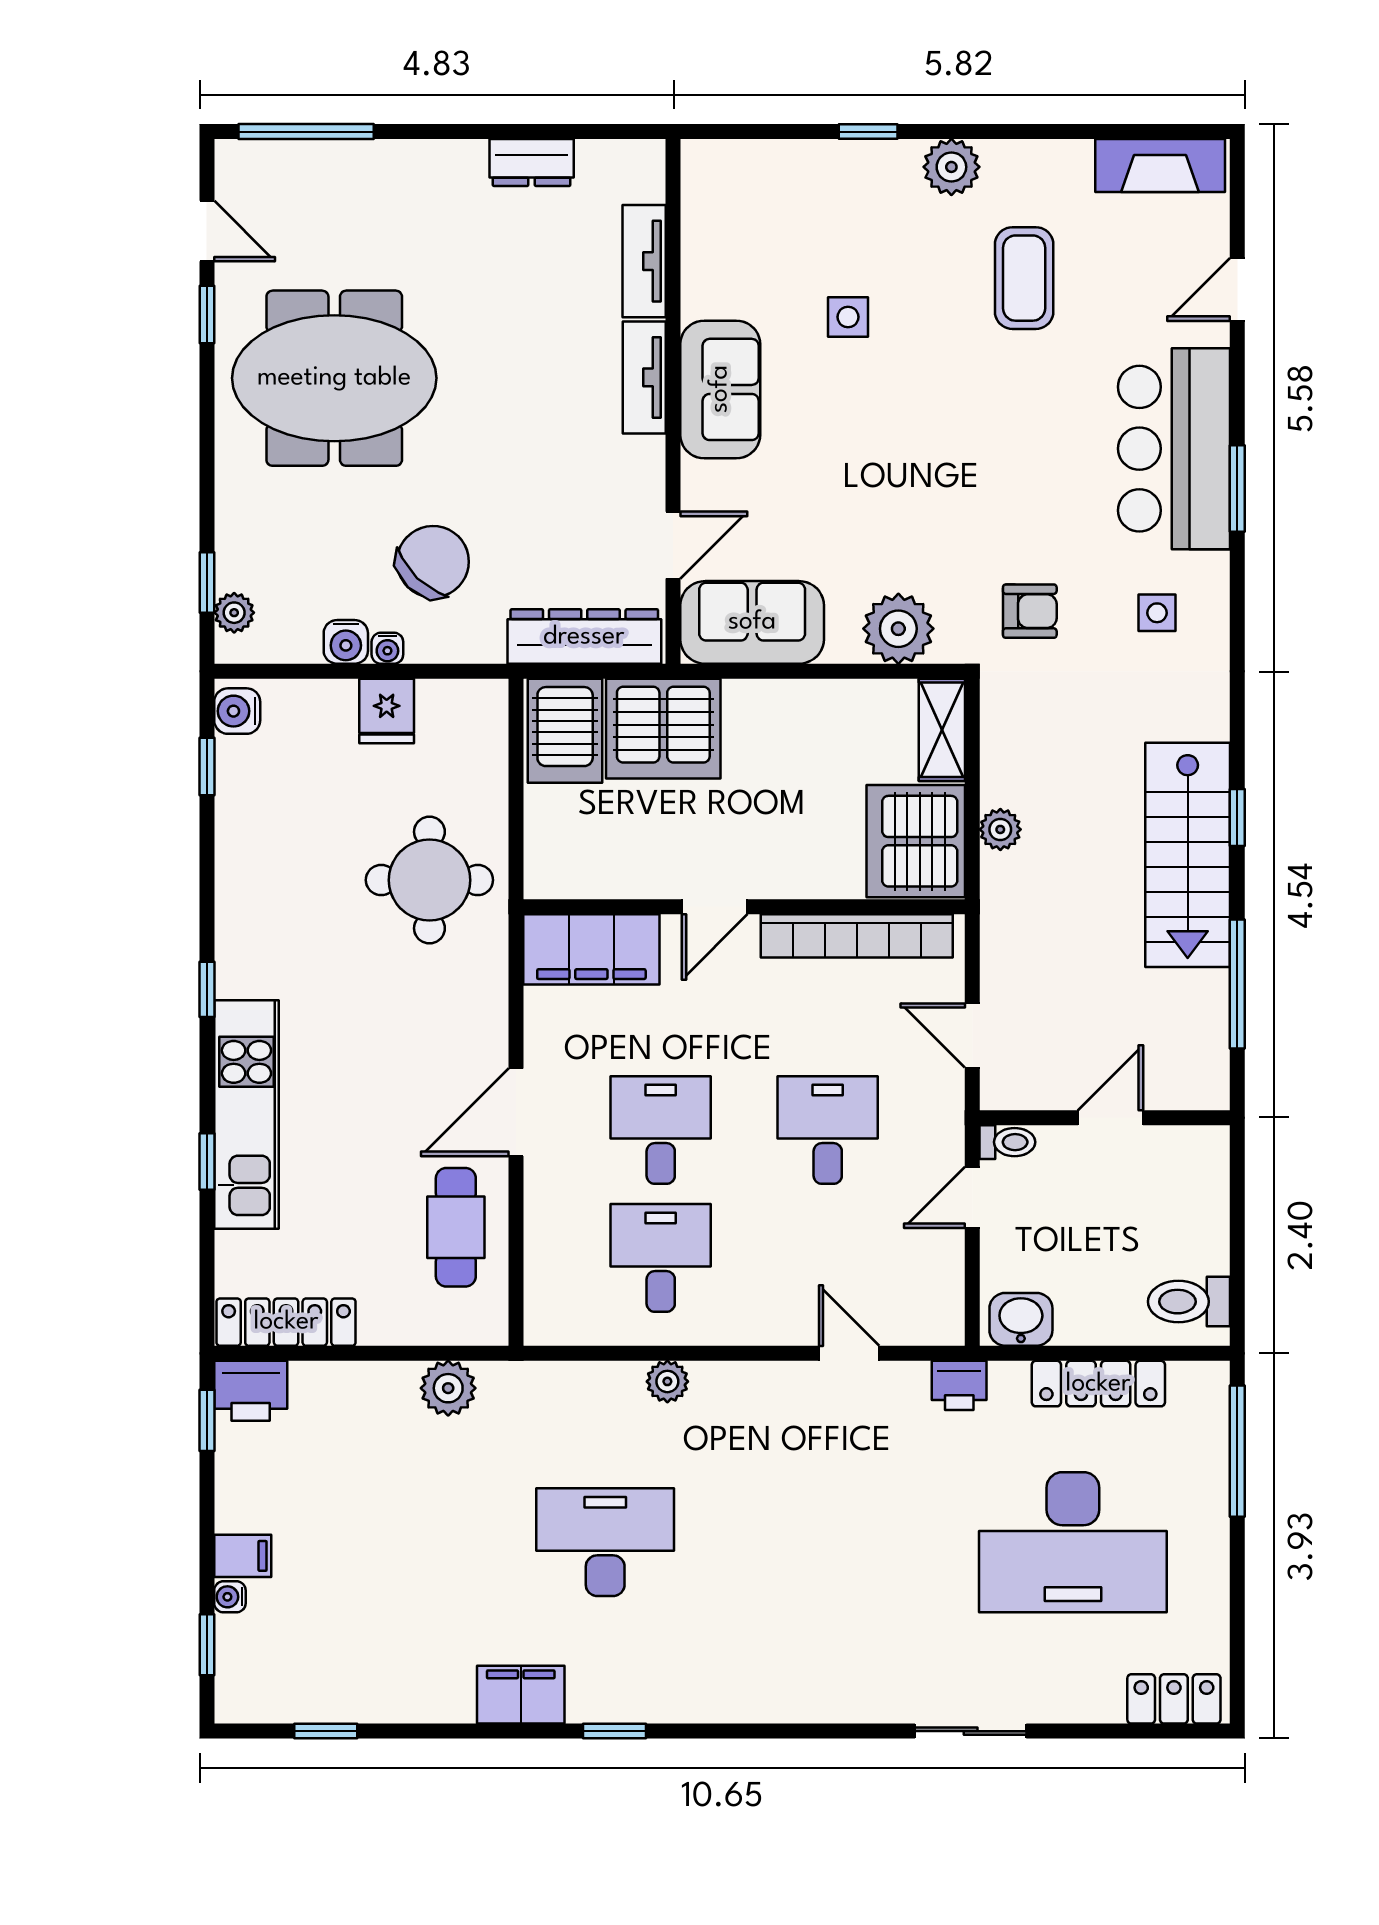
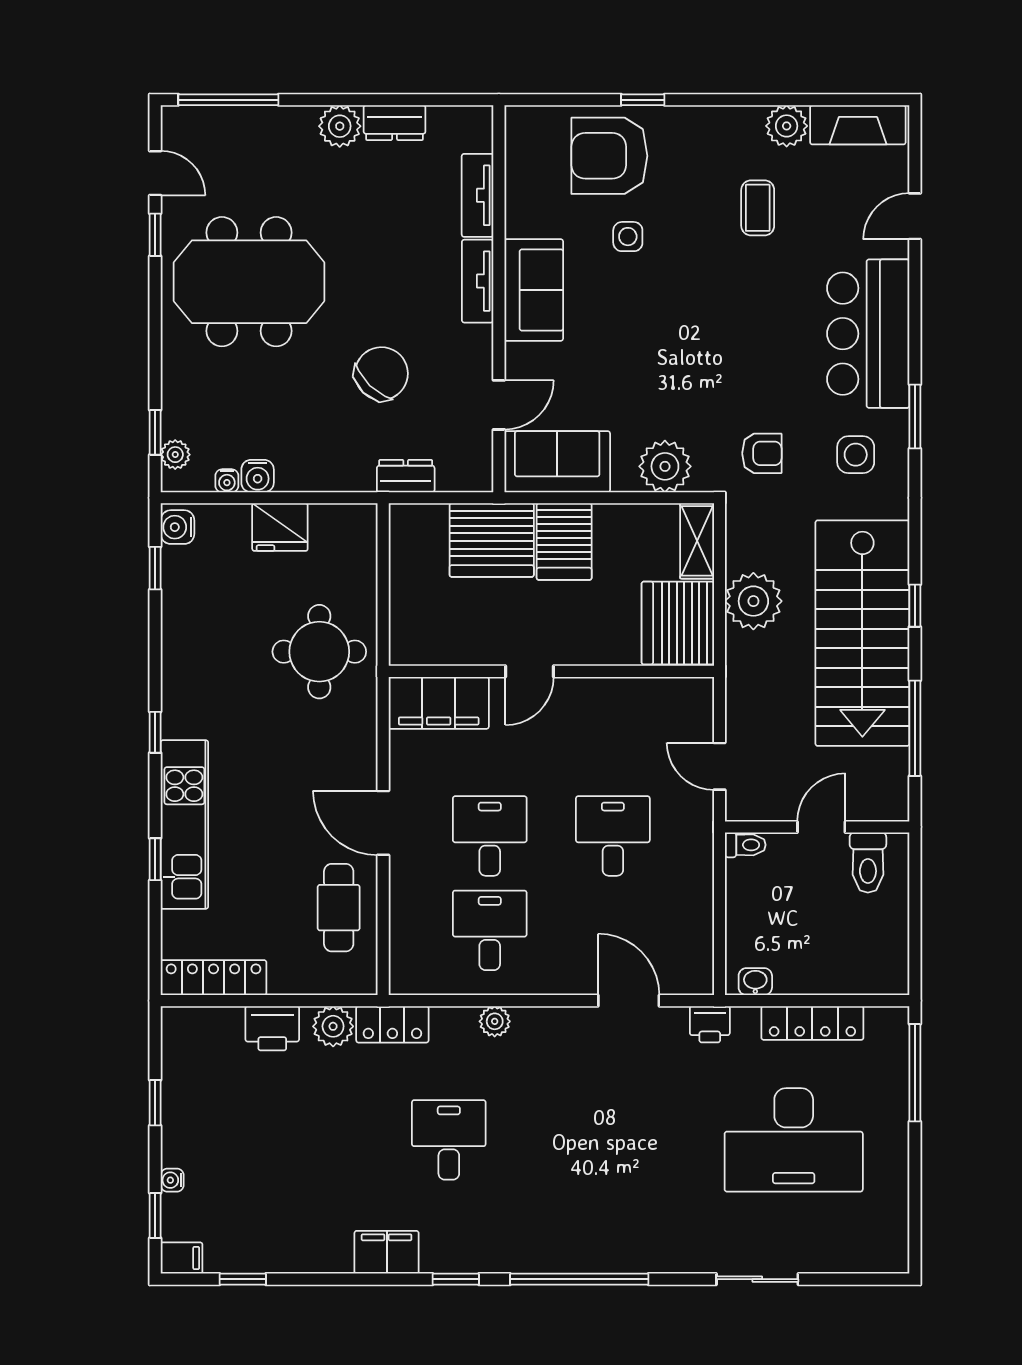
plant: (457, 167) -> (340, 126), added
plant: (951, 167) -> (787, 126), moved
armchair: (823, 208) -> (609, 156), added
coffee table: (1024, 278) -> (758, 208), width x0.73, depth x0.77
window: (1237, 489) -> (915, 416), moved
chair: (433, 562) -> (381, 374), moved
side table: (1157, 613) -> (856, 455), width x1.37, depth x1.37
dresser: (584, 637) -> (406, 476), width x0.51, depth x0.80
water cooler: (387, 648) -> (227, 481), moved
fridge: (387, 711) -> (280, 527), width x1.38
server rack: (565, 731) -> (564, 542), moved
plant: (1000, 829) -> (753, 601), width x1.87, depth x1.87
stairs: (1188, 855) -> (862, 633), width x1.36, depth x1.51
bookcase: (857, 936) -> (634, 693), removed
door: (516, 1112) -> (383, 823), hinge flipped
door: (972, 1197) -> (720, 886), removed
toilet: (1189, 1302) -> (868, 863), moved, turned -90
washbasin: (1021, 1319) -> (755, 982), width x0.72, depth x0.69
door: (849, 1353) -> (629, 1001), width x1.38
printer: (251, 1391) -> (272, 1028), moved
window: (207, 1420) -> (155, 1103), moved
desk: (605, 1542) -> (449, 1140), width x0.73
filing cabinet: (243, 1556) -> (182, 1258), moved
locker: (1174, 1699) -> (392, 1024), moved, turned 180
window: (782, 1731) -> (579, 1279), added
sliding door: (971, 1731) -> (757, 1279), moved

